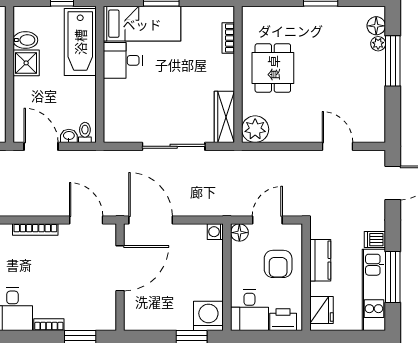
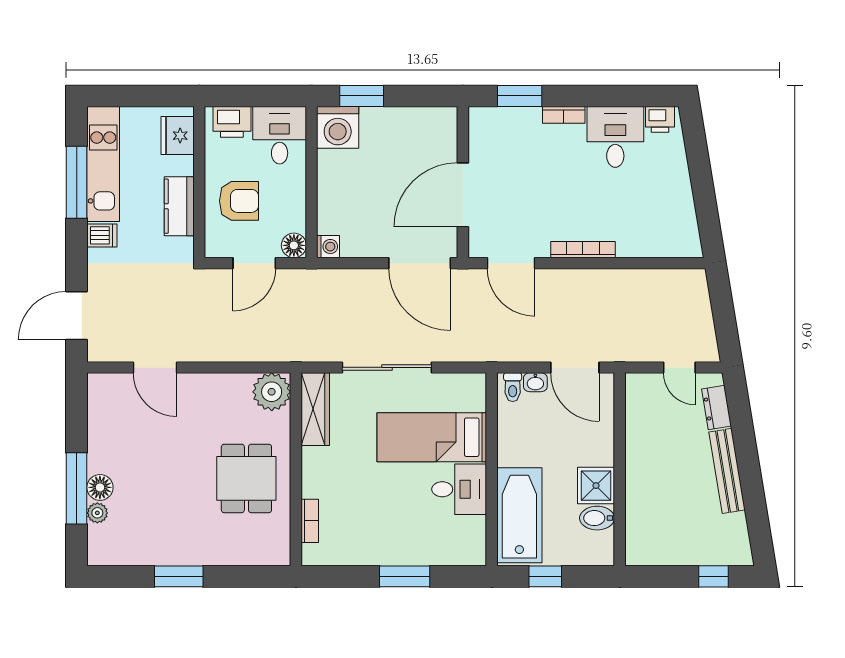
bed: (142, 24) -> (432, 437), moved
floor lamp: (376, 26) -> (100, 487), moved
armchair: (278, 264) -> (239, 201), turned 90

